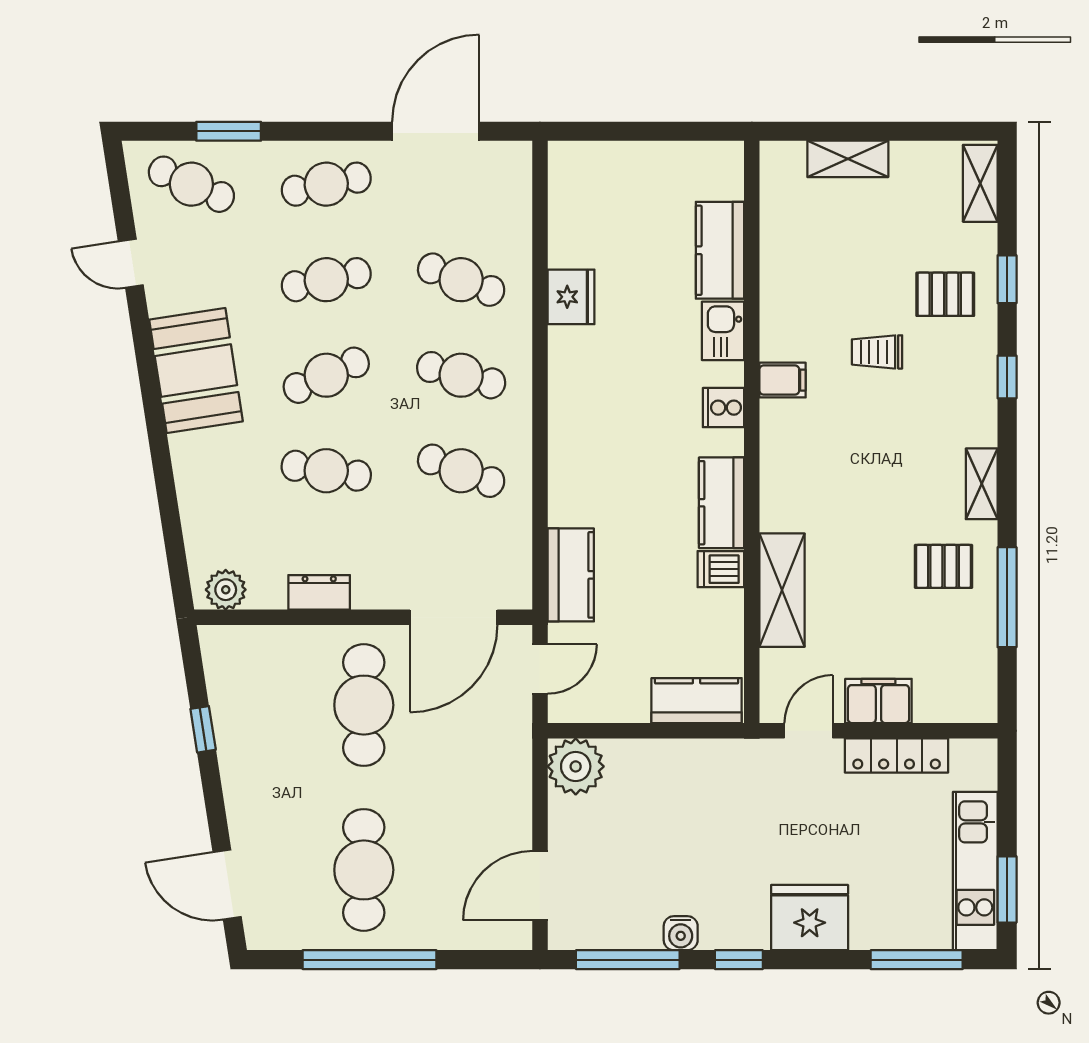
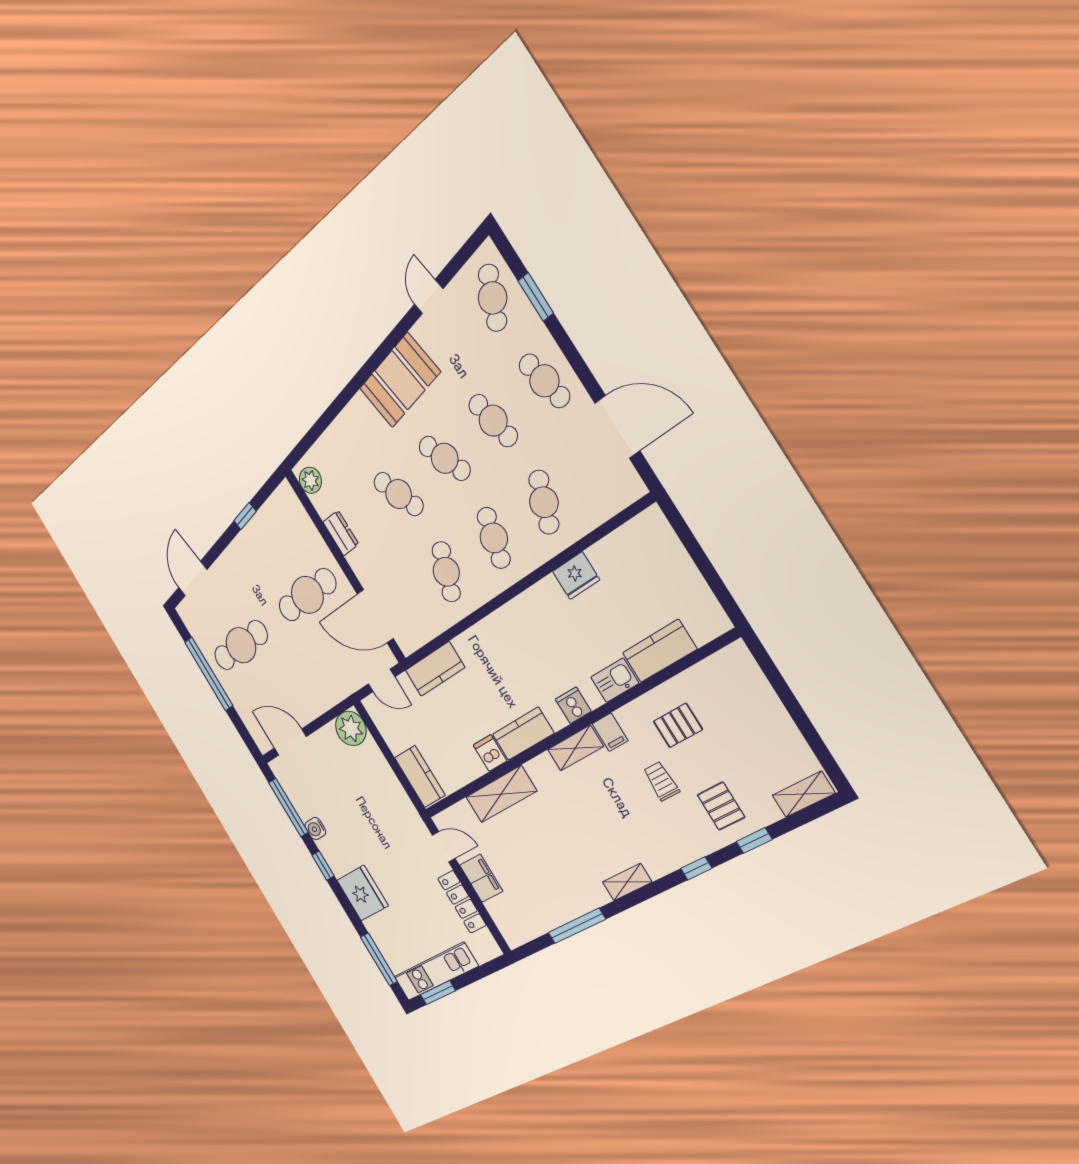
shelving: (848, 159) -> (575, 748), moved, turned 90
cafe table: (326, 471) -> (399, 494), turned -33
pallet: (943, 566) -> (678, 725), moved, turned 90

